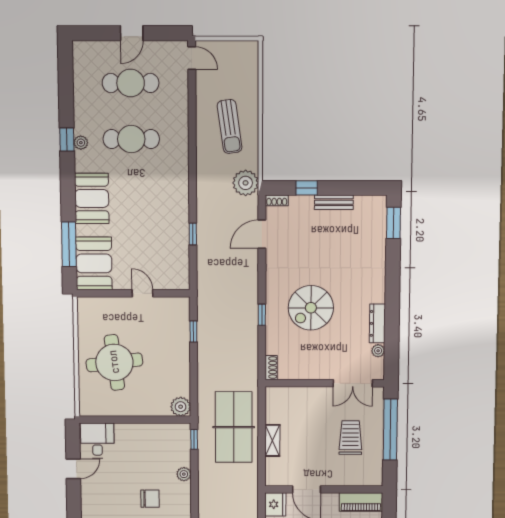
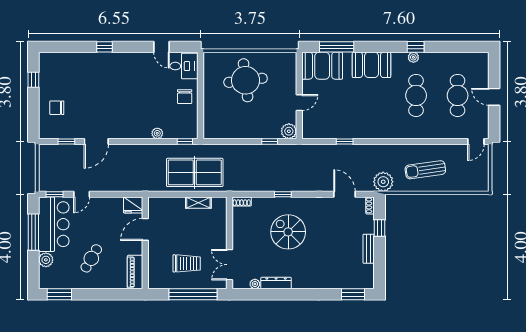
plant: (181, 407) -> (289, 131), moved
shelving: (272, 441) -> (198, 203), moved
chair: (150, 499) -> (185, 97), moved

